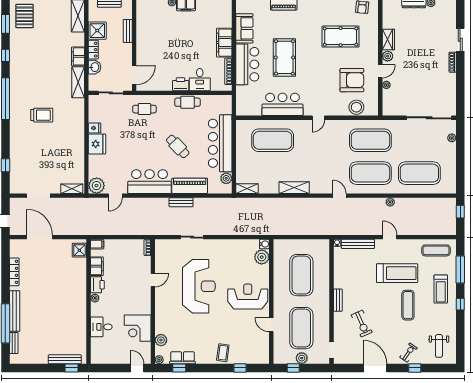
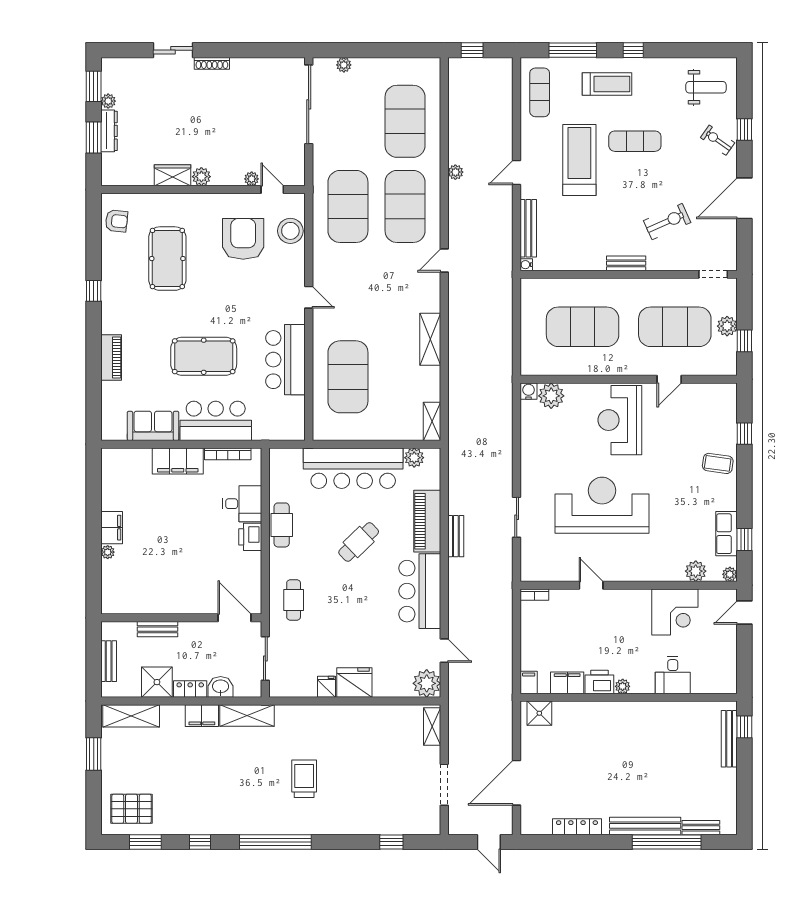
door: (380, 71) -> (272, 189), moved

